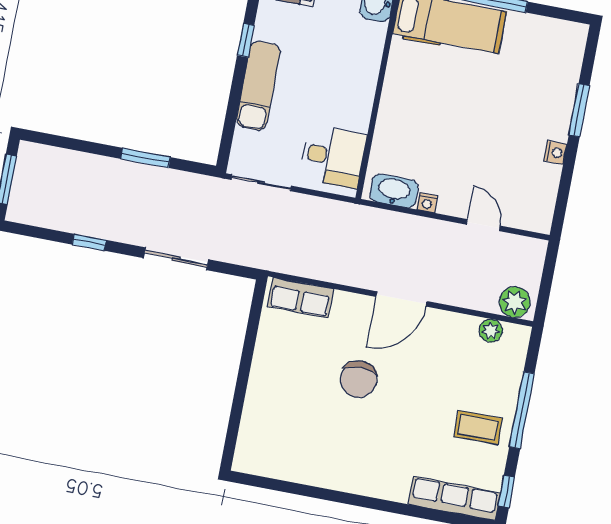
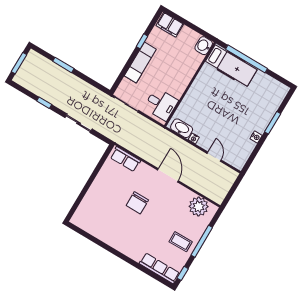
window: (145, 158) -> (63, 65), moved
door: (402, 299) -> (168, 175), swing flipped
plant: (515, 302) -> (215, 194), removed
plant: (491, 331) -> (199, 207), width x1.87, depth x1.87

